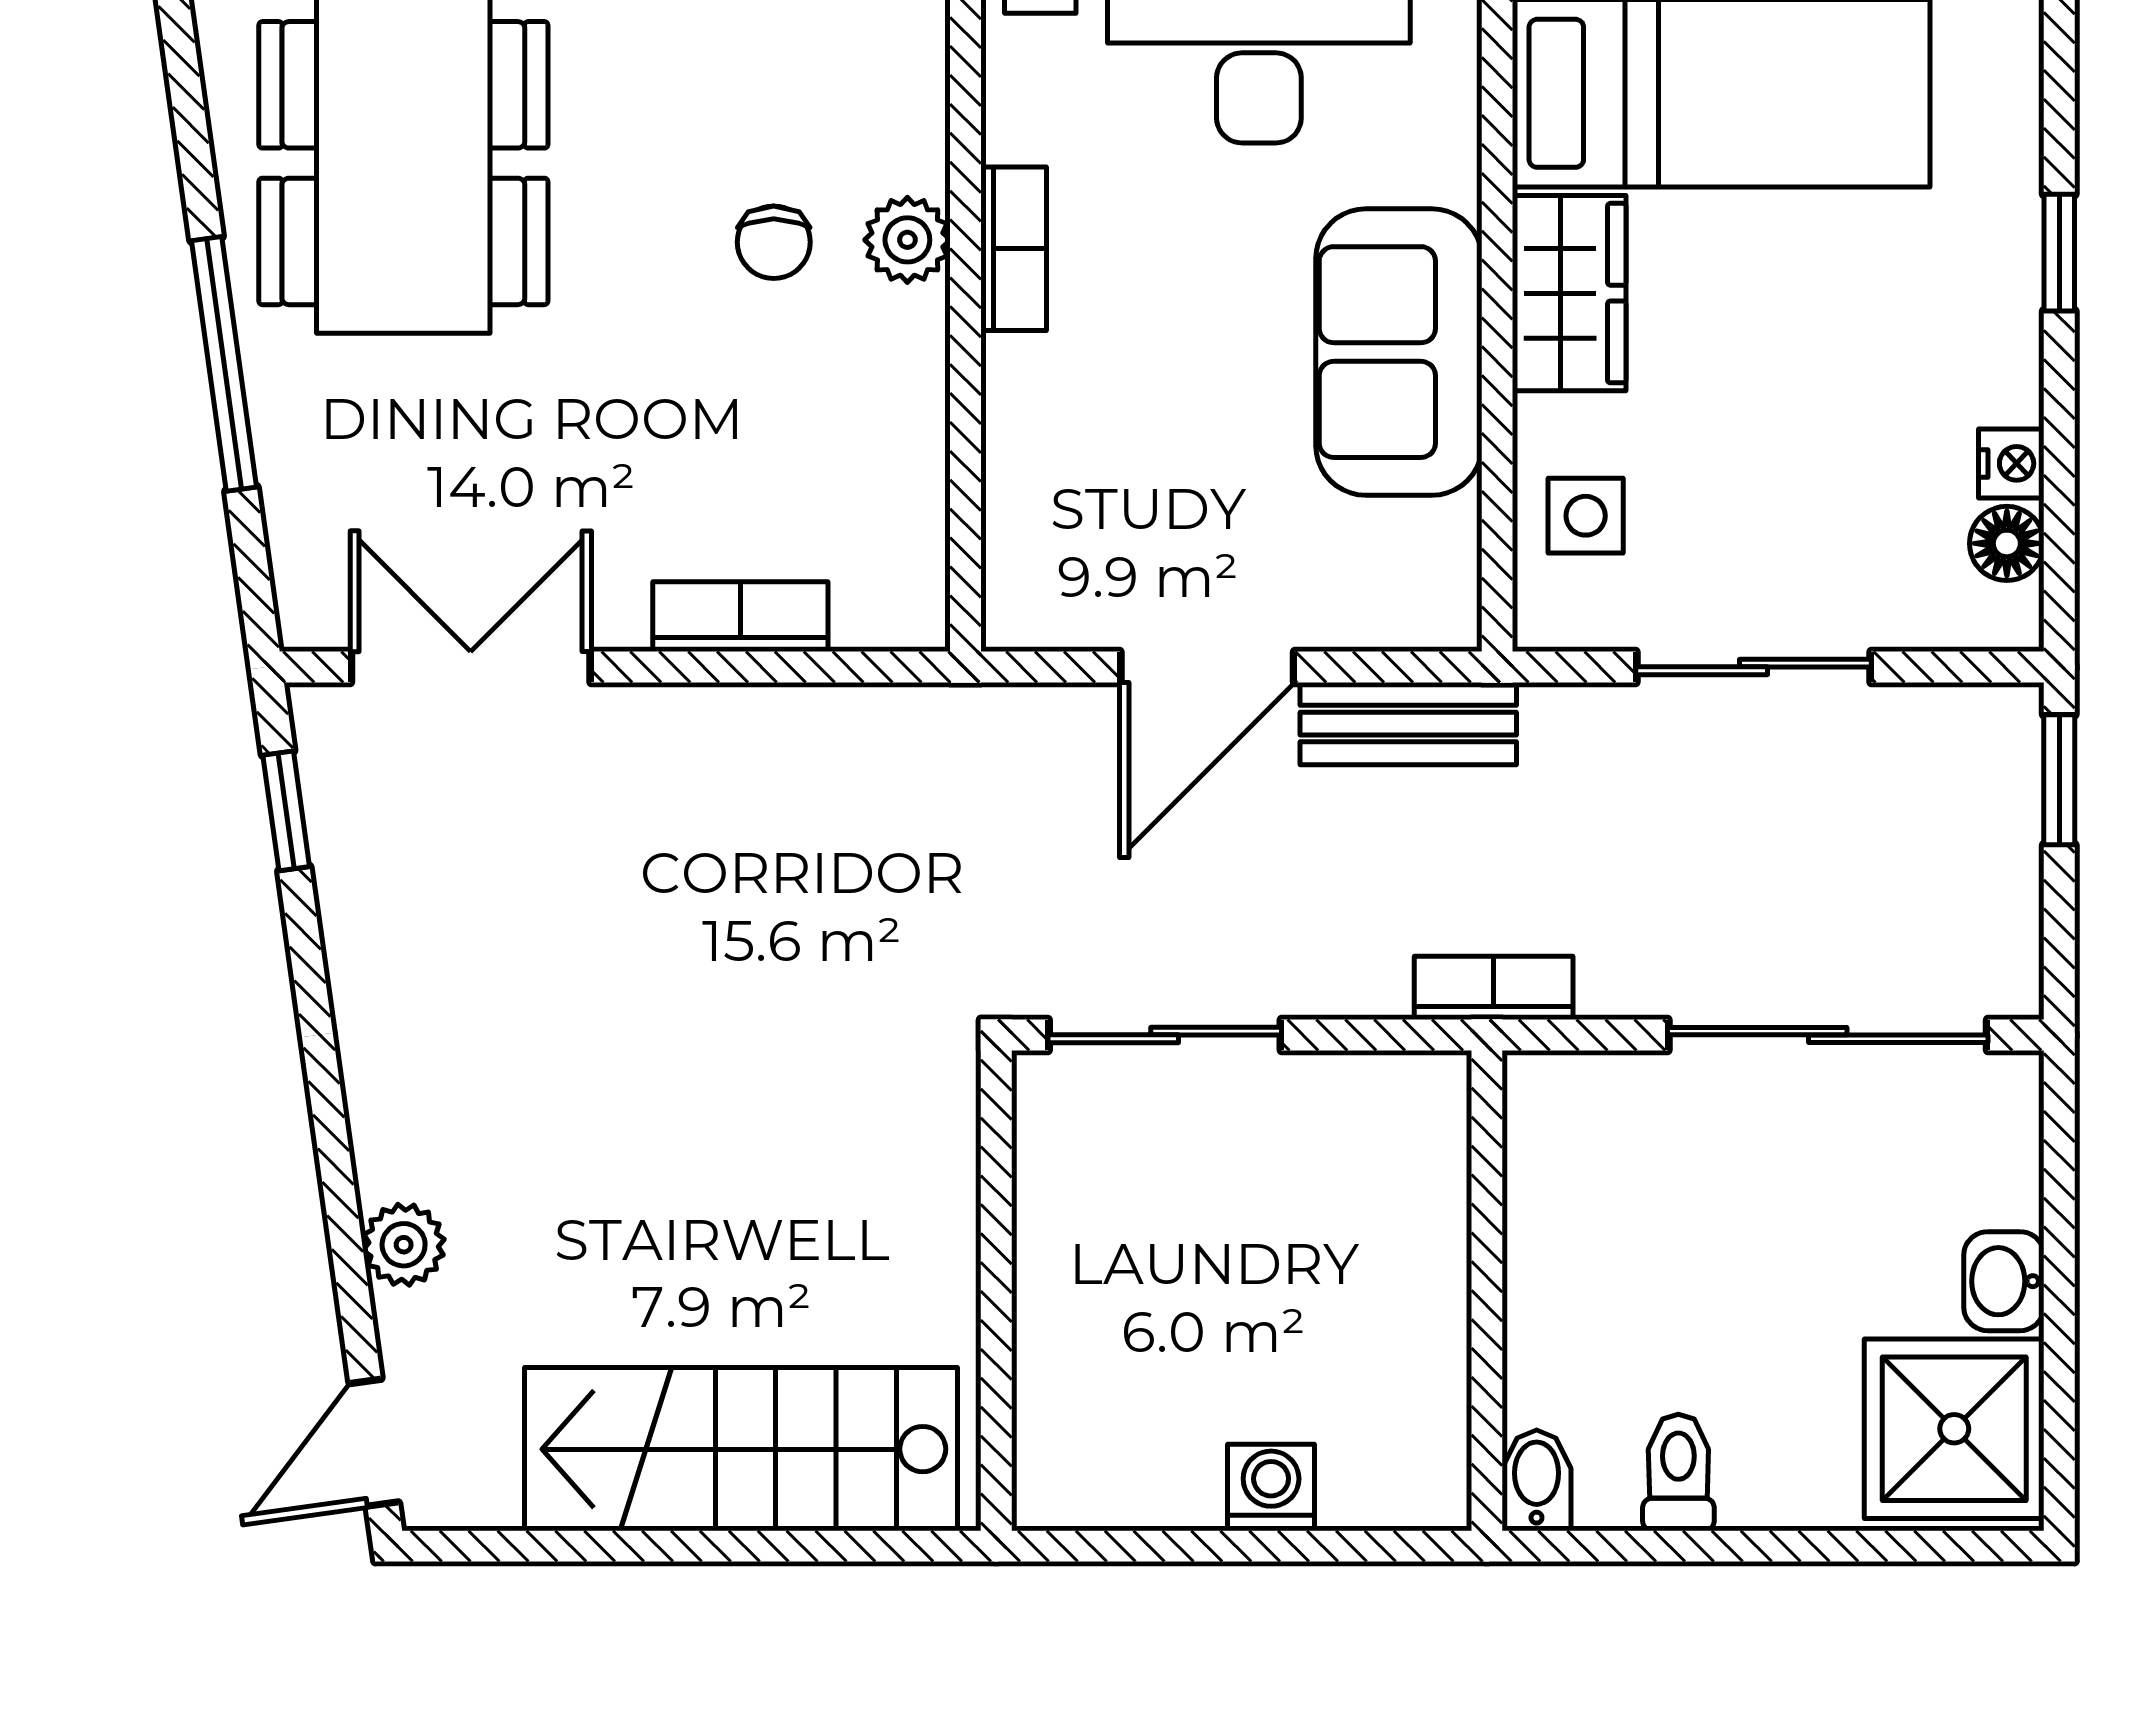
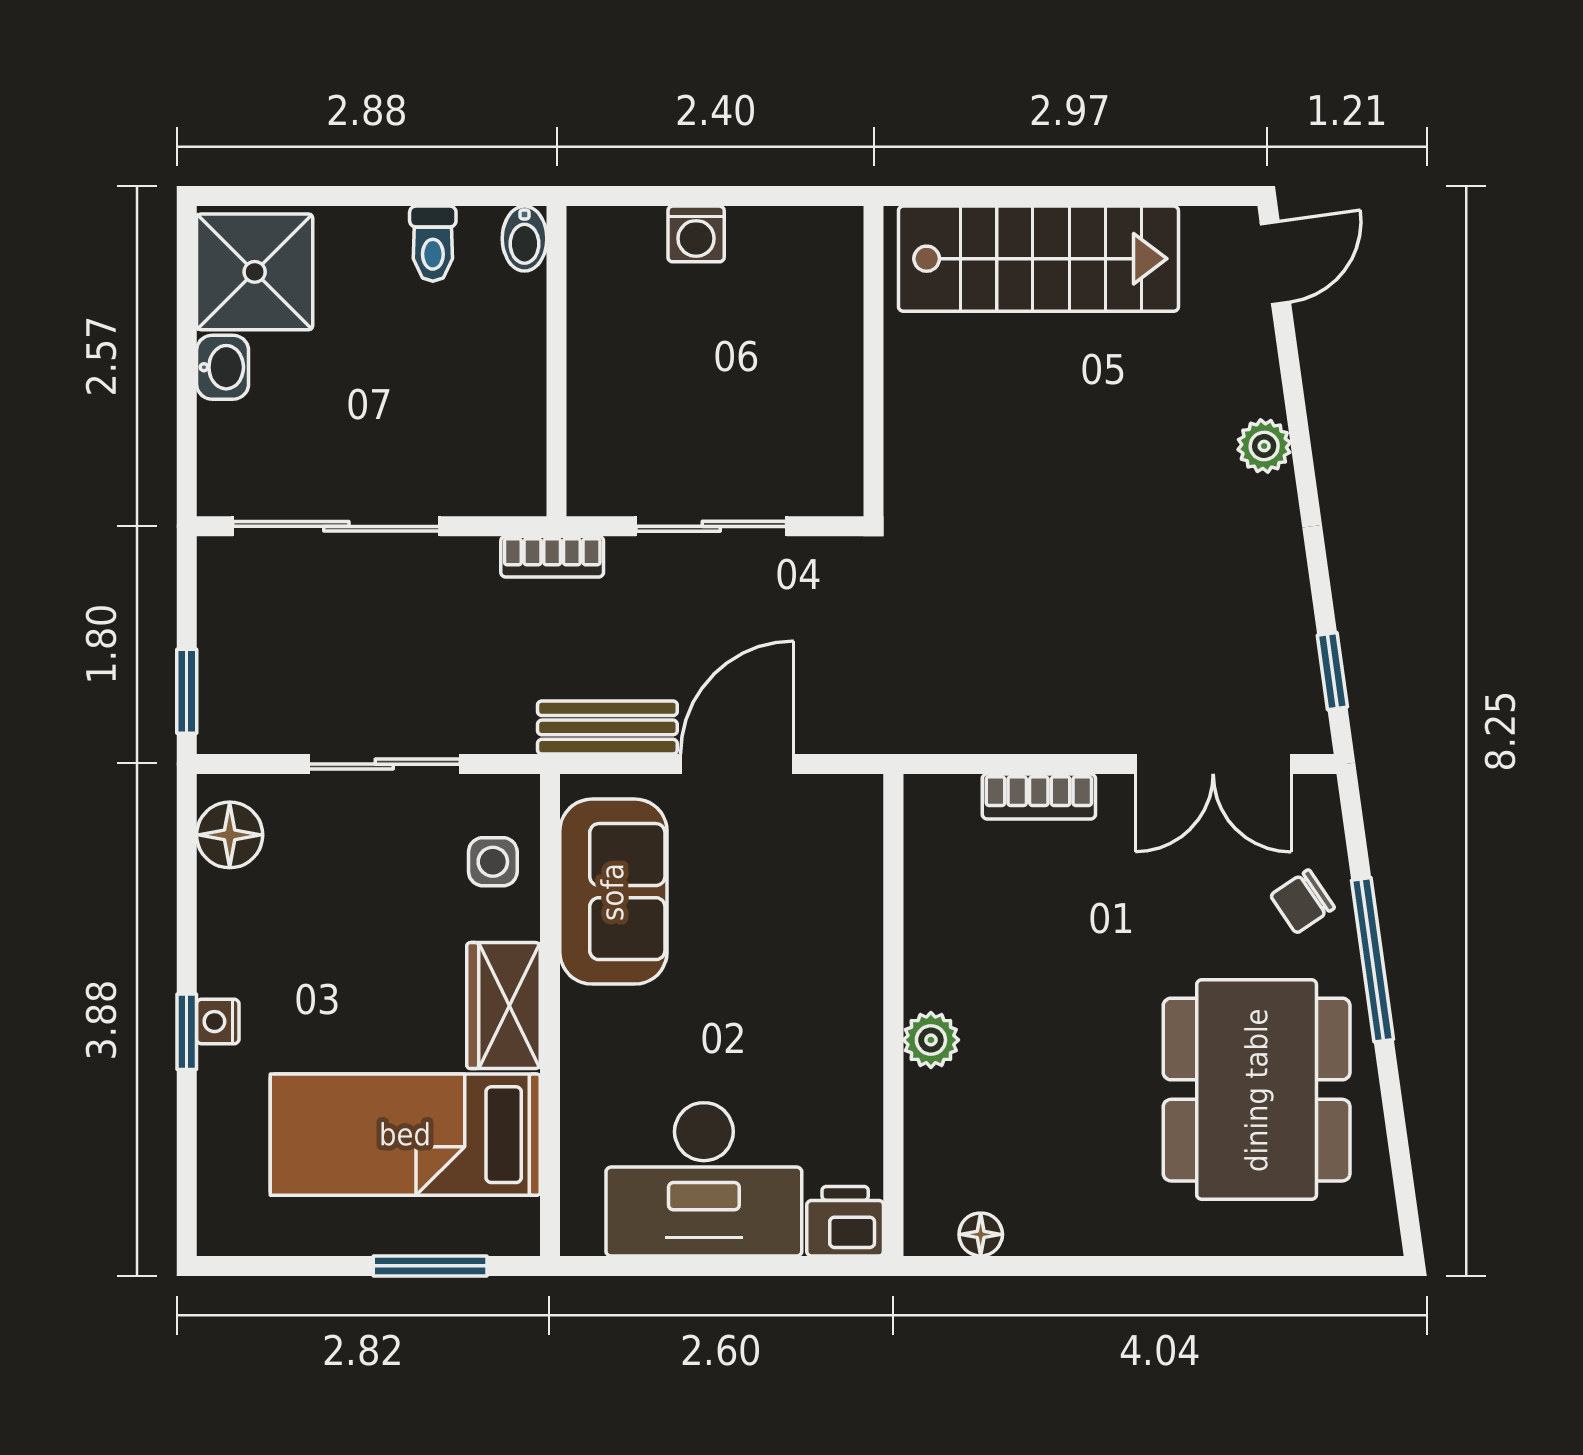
chair: (774, 242) -> (1302, 902), moved, turned -124
bookcase: (1014, 249) -> (862, 1034), removed
sofa: (1399, 352) -> (613, 892), moved
nightstand: (2011, 463) -> (218, 1022), moved
floor lamp: (2007, 543) -> (230, 835), width x1.37, depth x1.37
sliding door: (1165, 1035) -> (711, 526), moved
plant: (404, 1245) -> (1264, 446), moved

